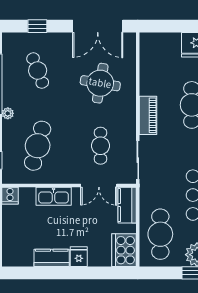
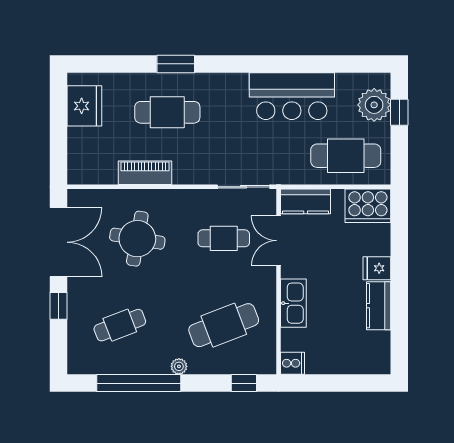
window: (37, 26) -> (59, 306), moved
piano: (148, 115) -> (145, 173), moved
cafe table: (38, 146) -> (224, 325), turned -36
double door: (99, 185) -> (279, 241), swing flipped

